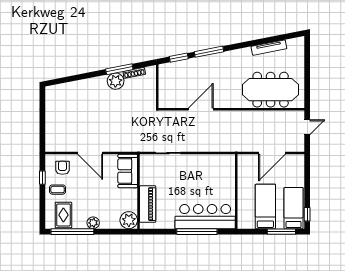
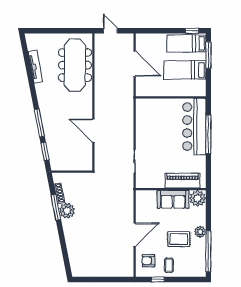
sofa: (128, 171) -> (173, 199), moved
rug: (63, 215) -> (179, 239), moved

